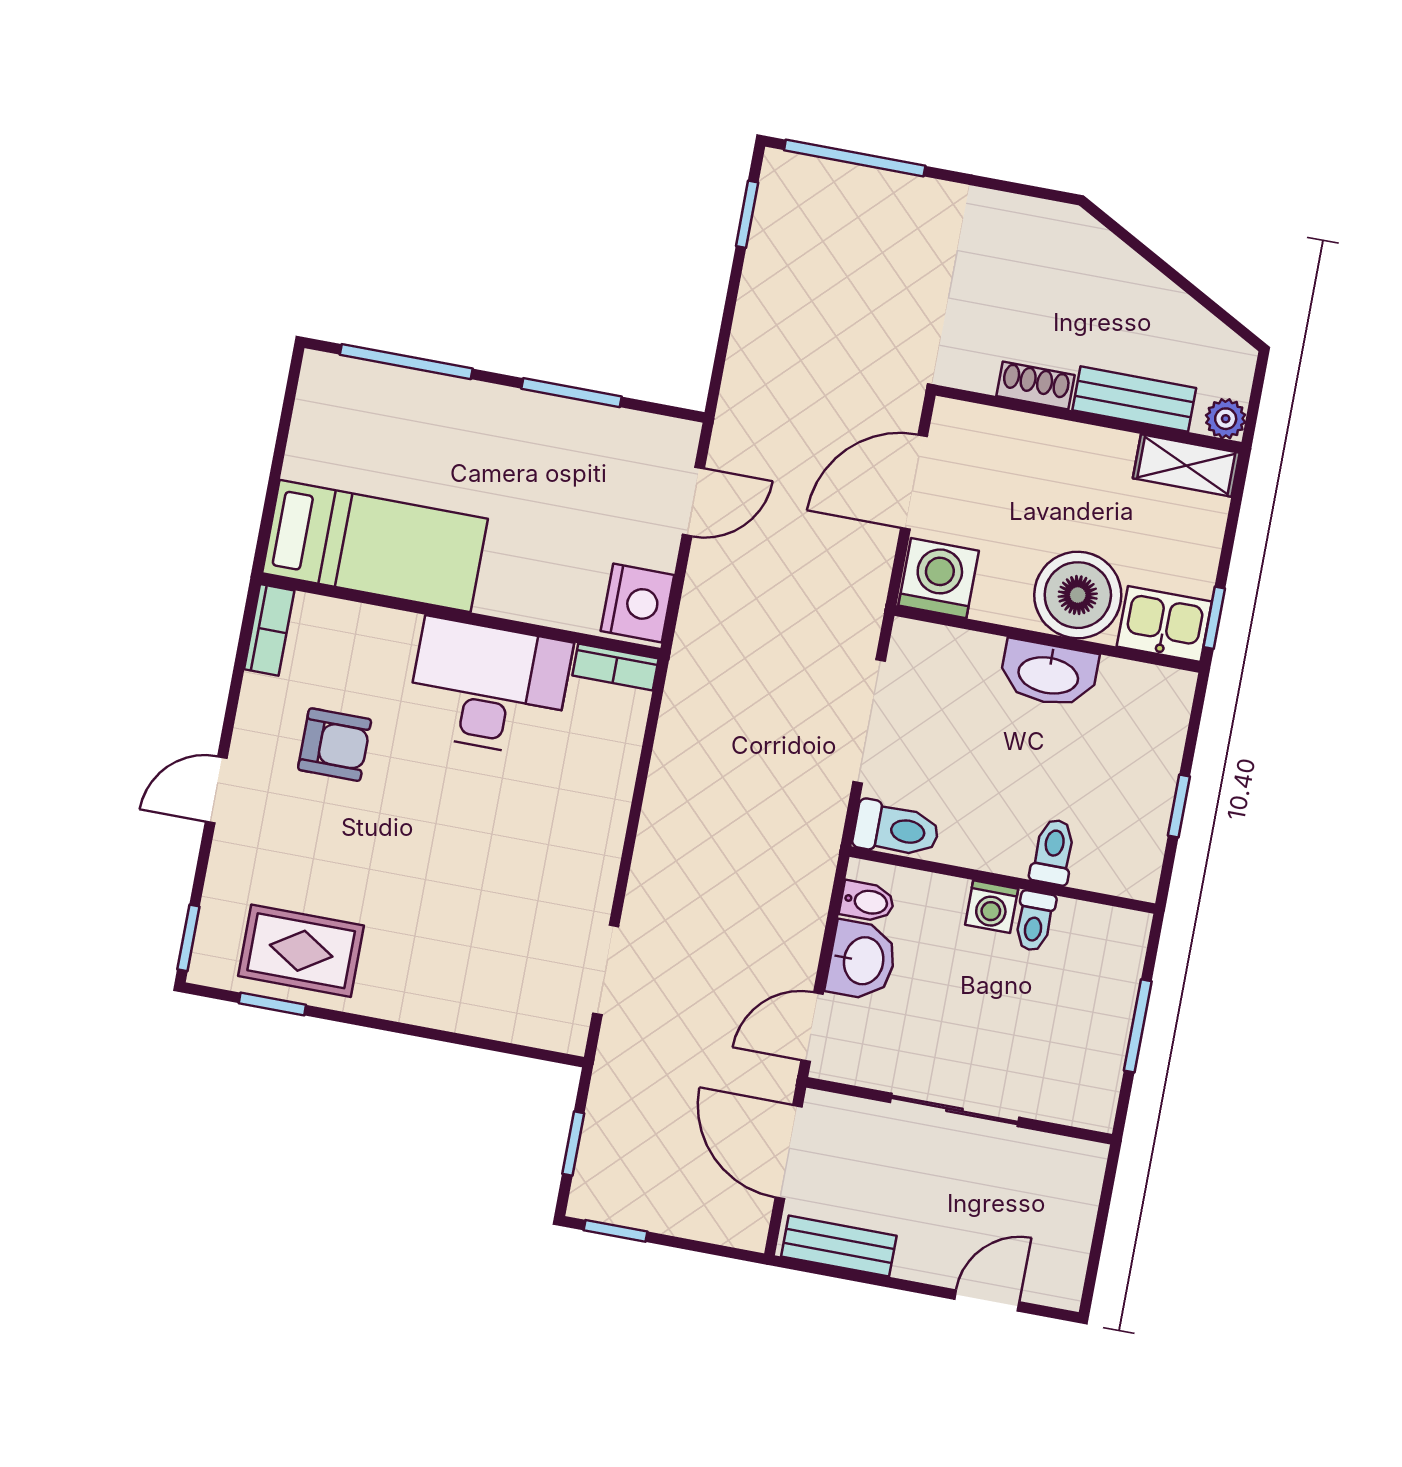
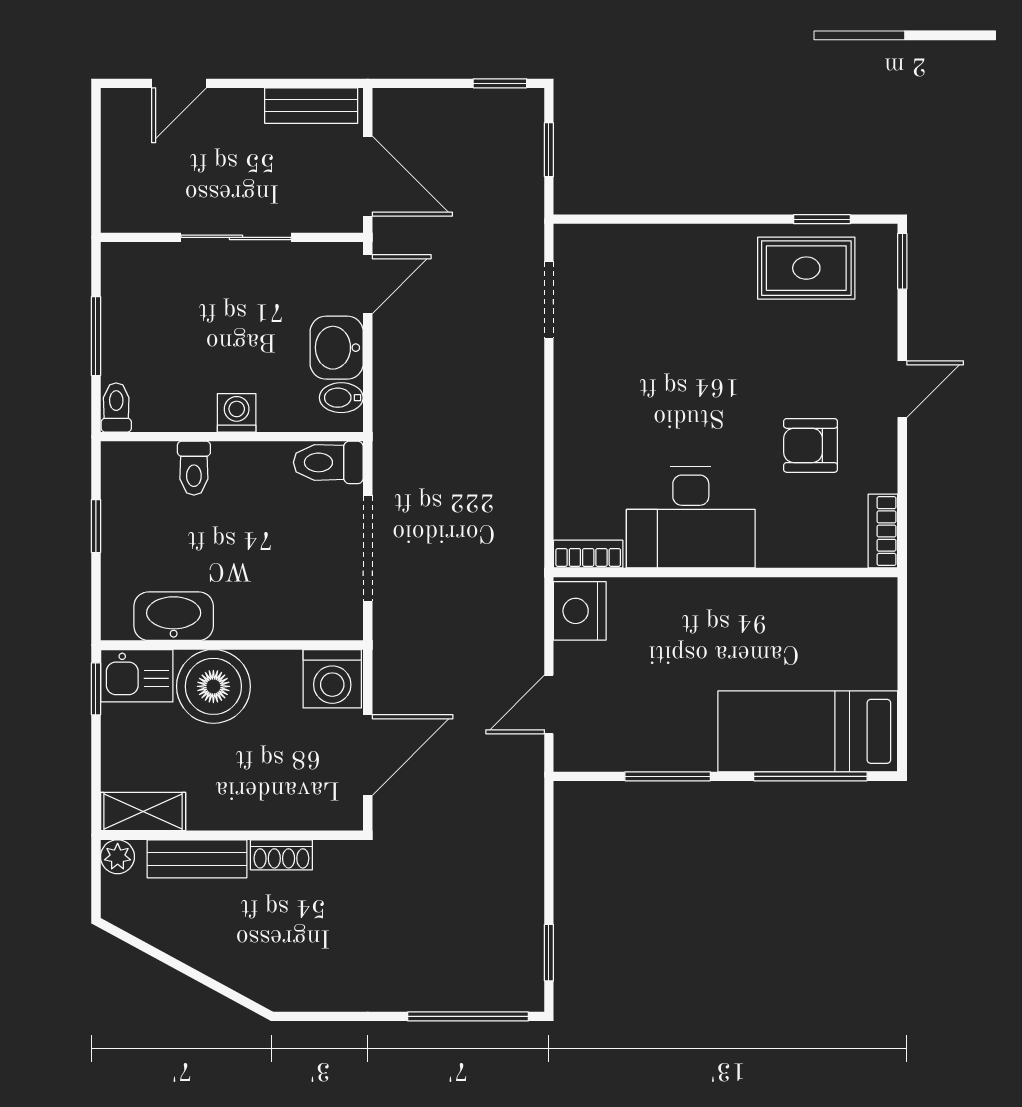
bed: (375, 546) -> (808, 731), moved
washbasin: (1049, 674) -> (174, 616), moved
toilet: (1034, 921) -> (116, 407), moved

